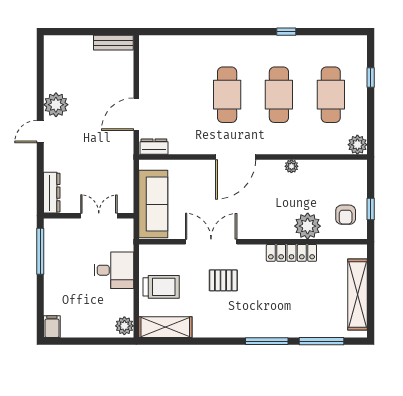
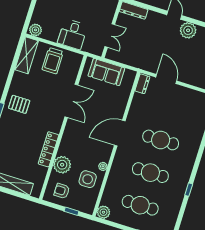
door: (236, 157) -> (120, 133), hinge flipped
side table: (317, 183) -> (88, 179), added
sofa: (153, 204) -> (106, 72), width x0.73
window: (371, 209) -> (71, 211), moved
pallet: (223, 280) -> (19, 104), moved, turned 90

